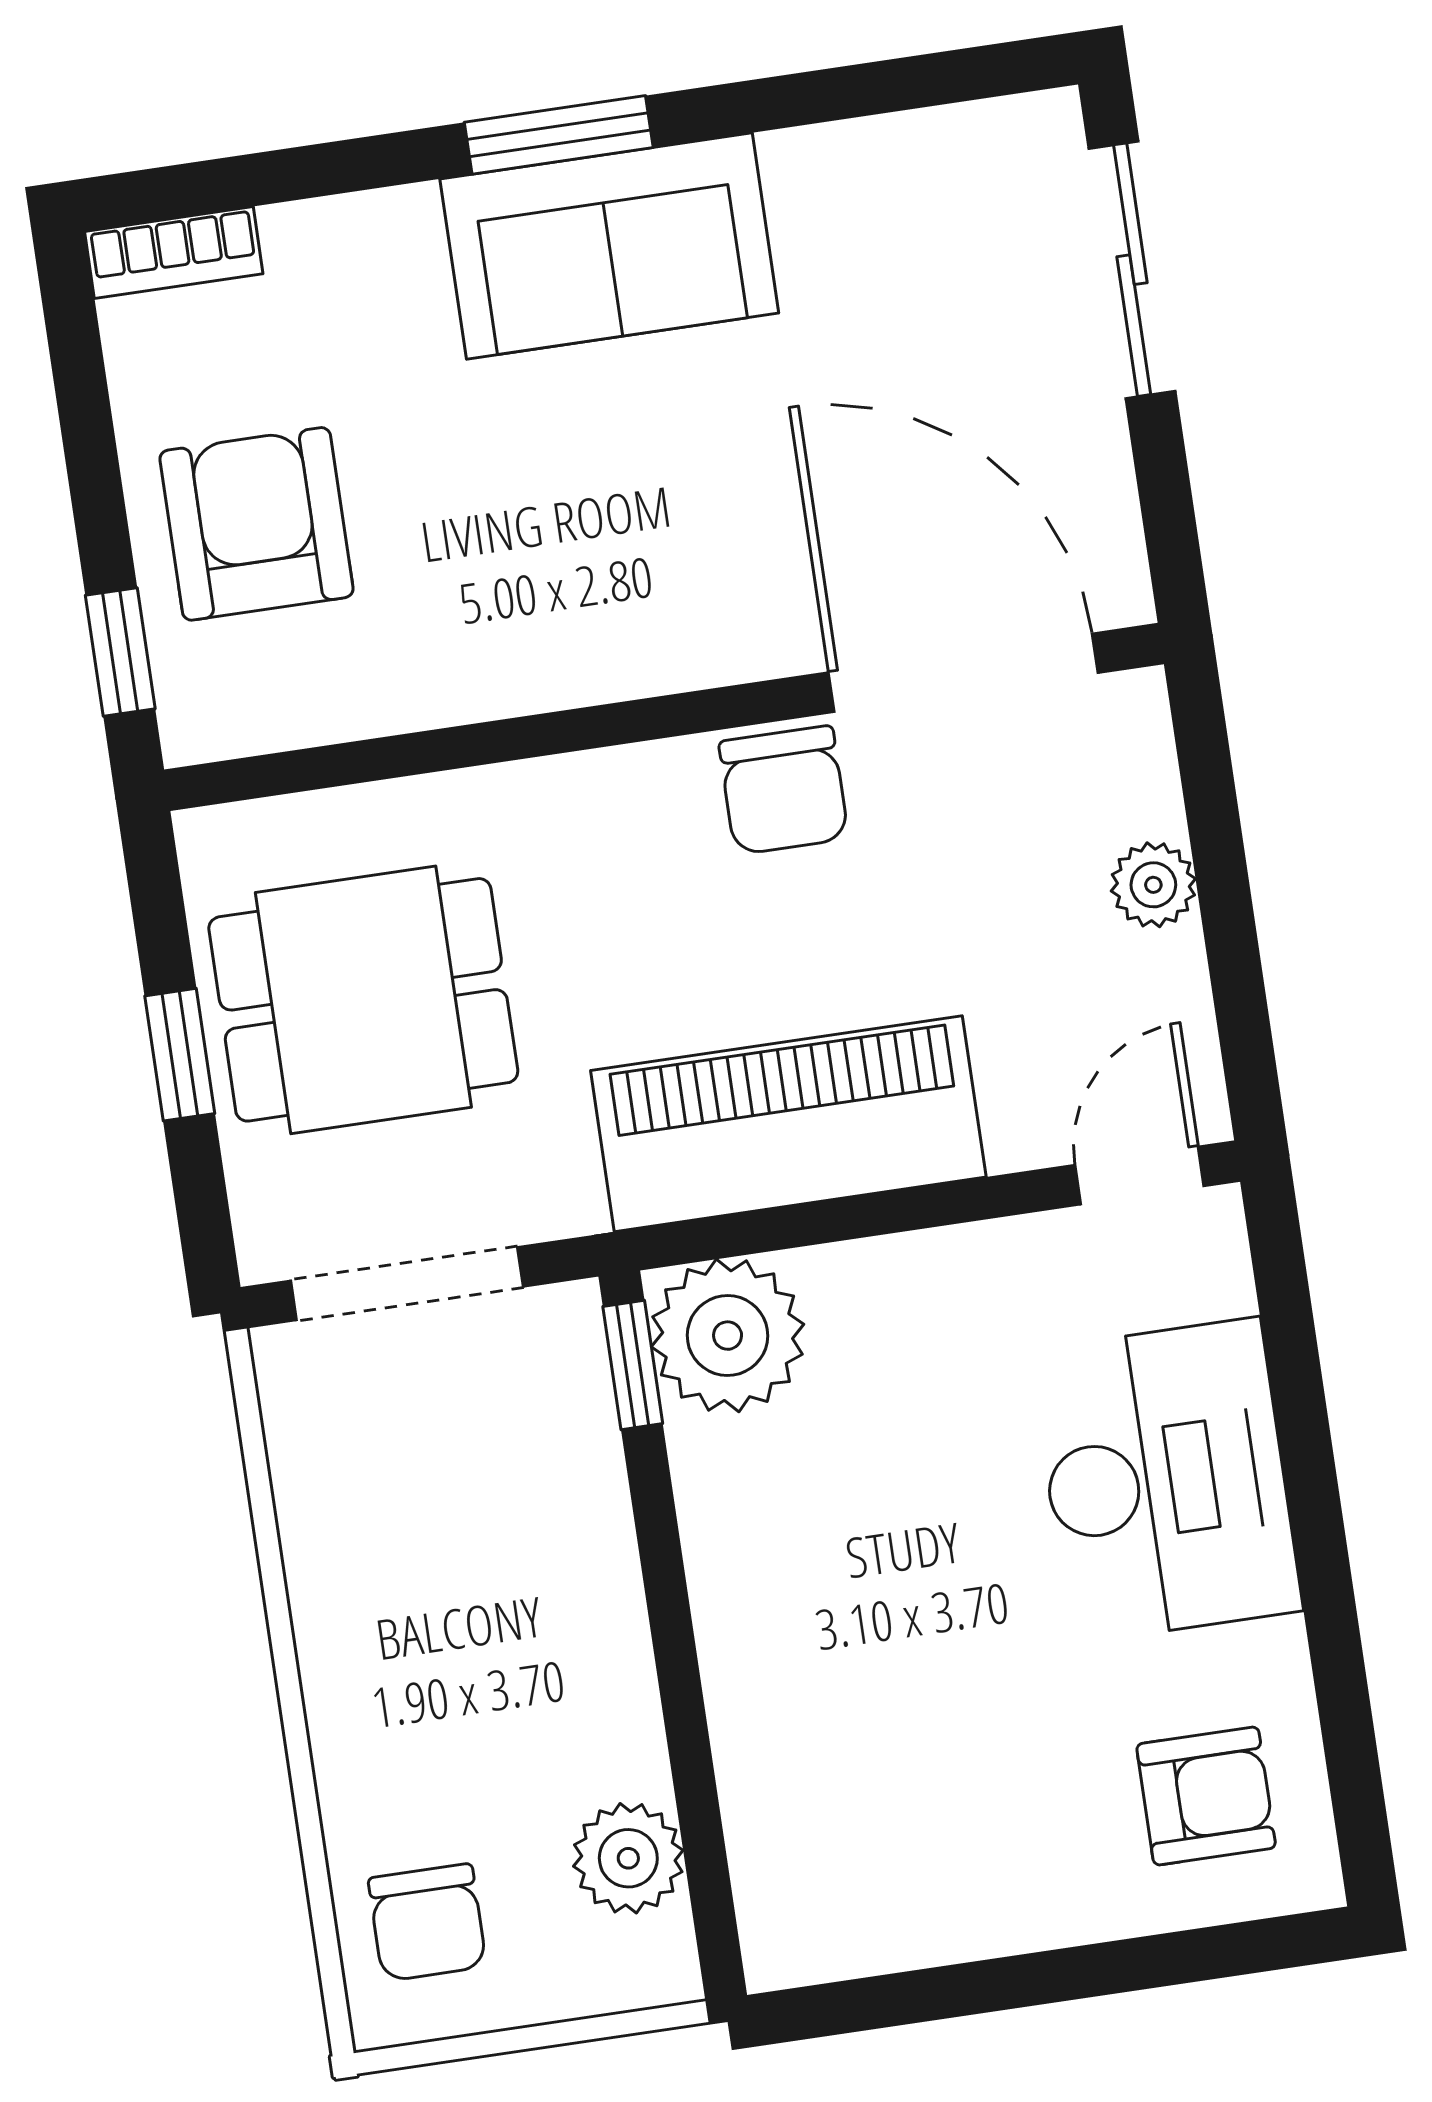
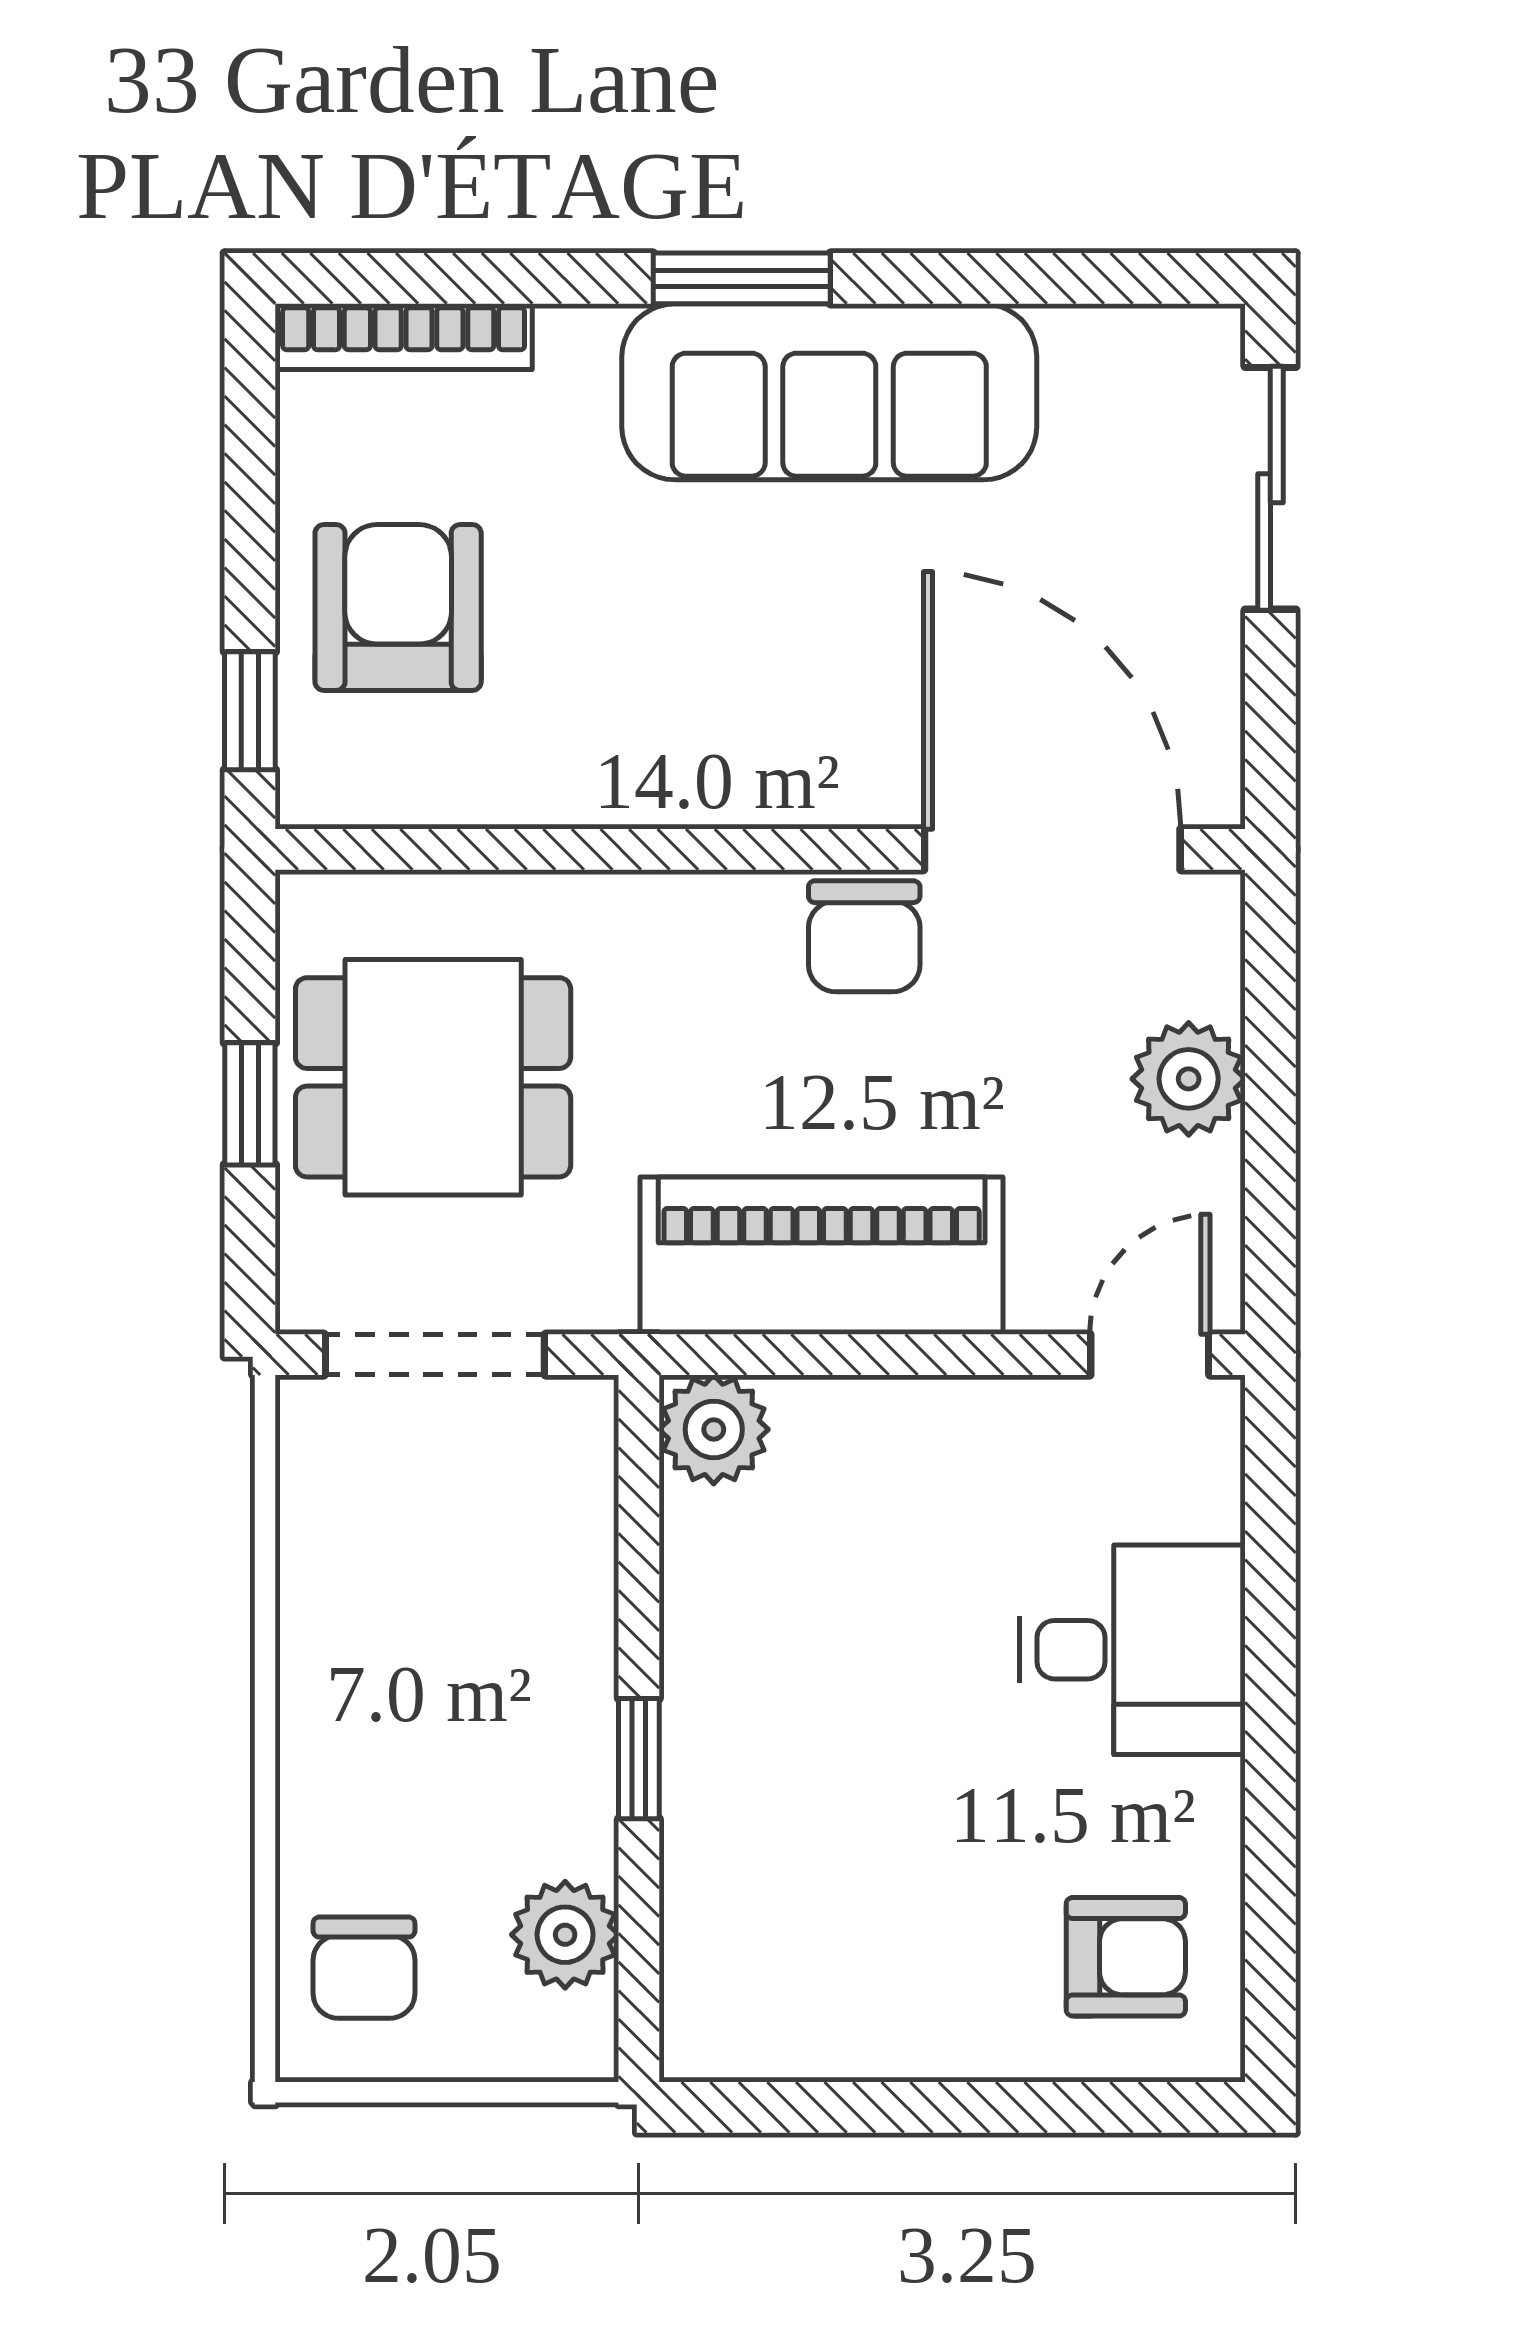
sofa: (609, 246) -> (829, 392), width x1.36
bookcase: (174, 253) -> (404, 337), width x1.56
plant: (1153, 885) -> (1189, 1079), width x1.38, depth x1.38
plant: (728, 1336) -> (714, 1429), width x0.73, depth x0.73
window: (633, 1365) -> (639, 1759), moved
desk: (1166, 1480) -> (1132, 1650), width x0.73

